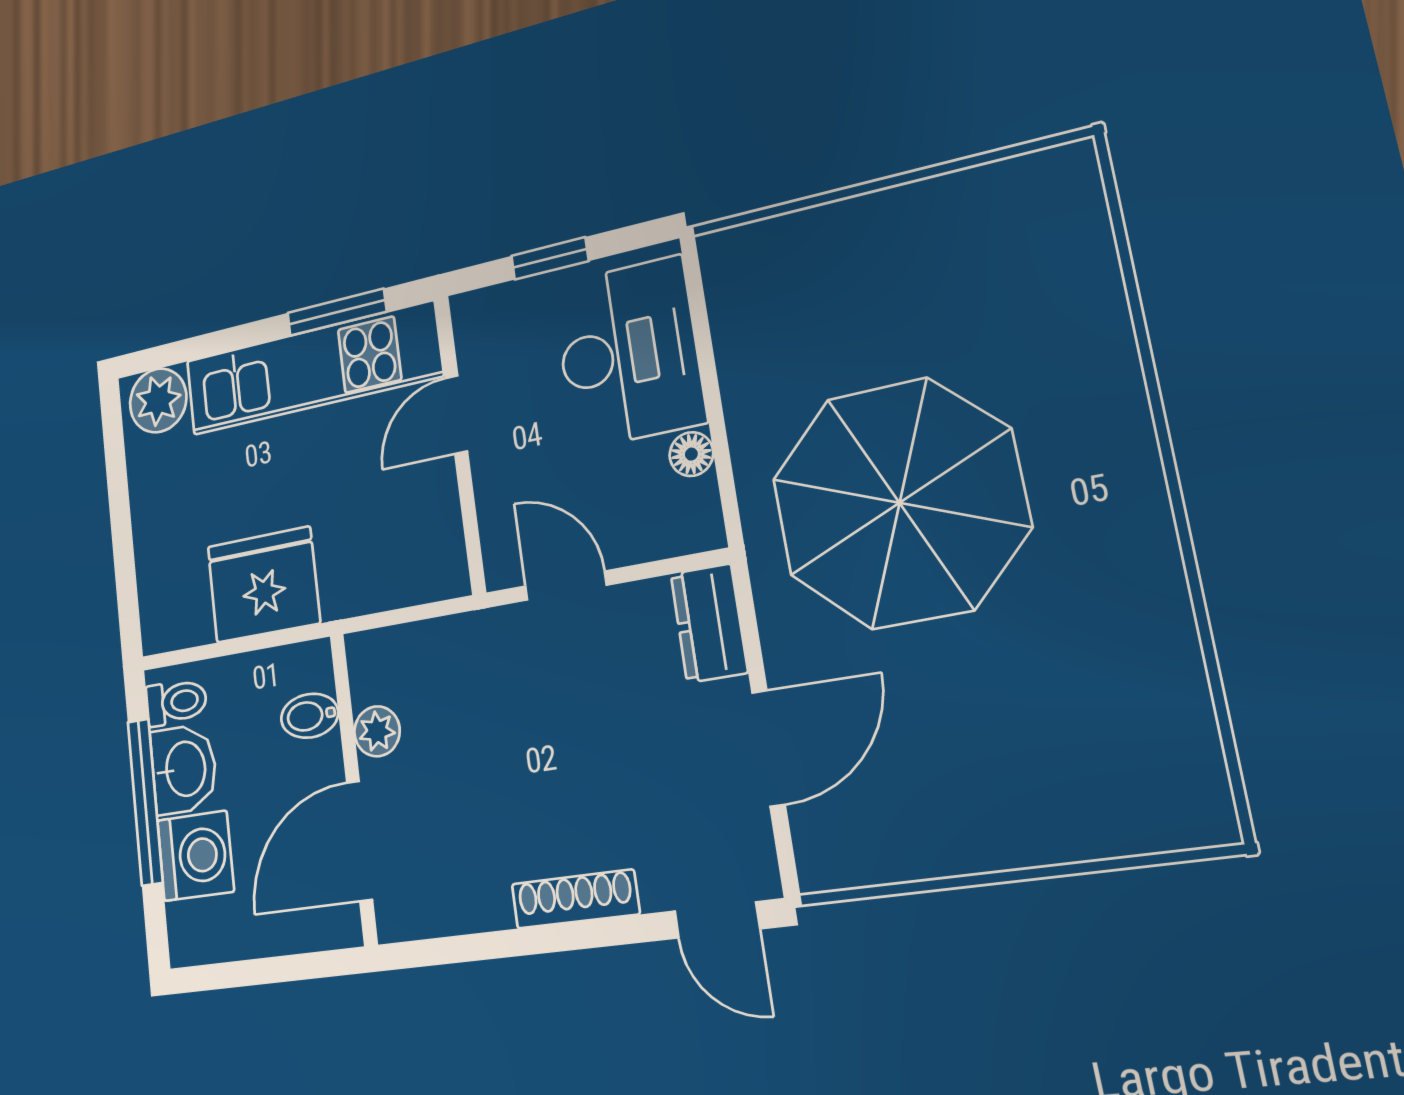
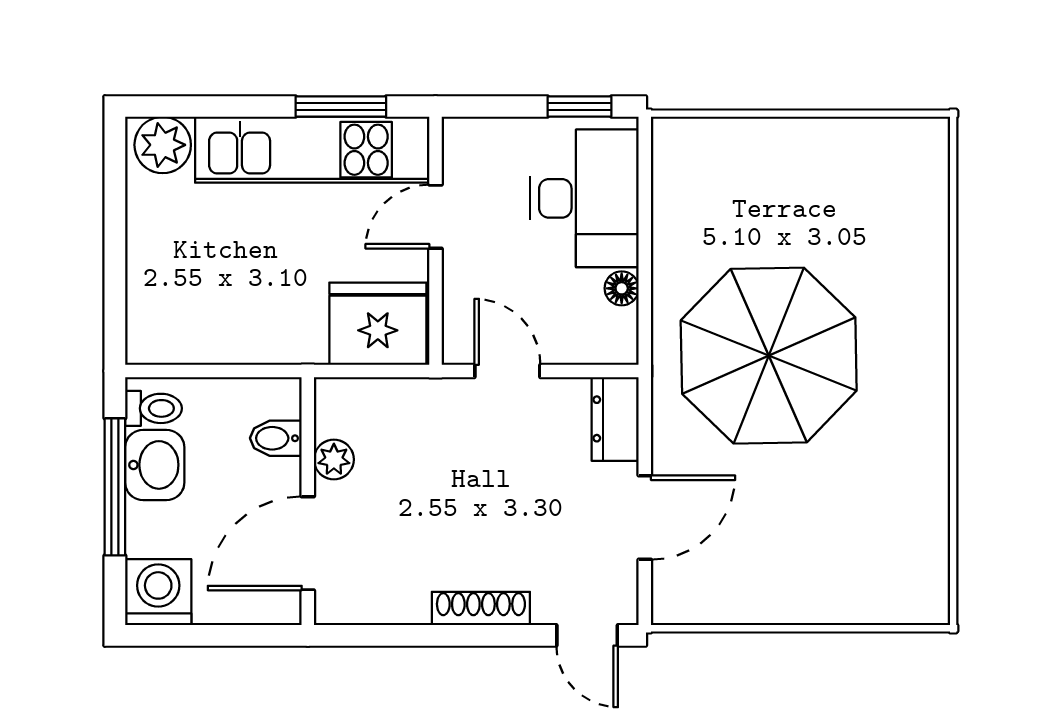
window: (550, 258) -> (580, 106), moved
fridge: (263, 585) -> (378, 324), moved
washing machine: (195, 856) -> (158, 592), moved, turned -90

